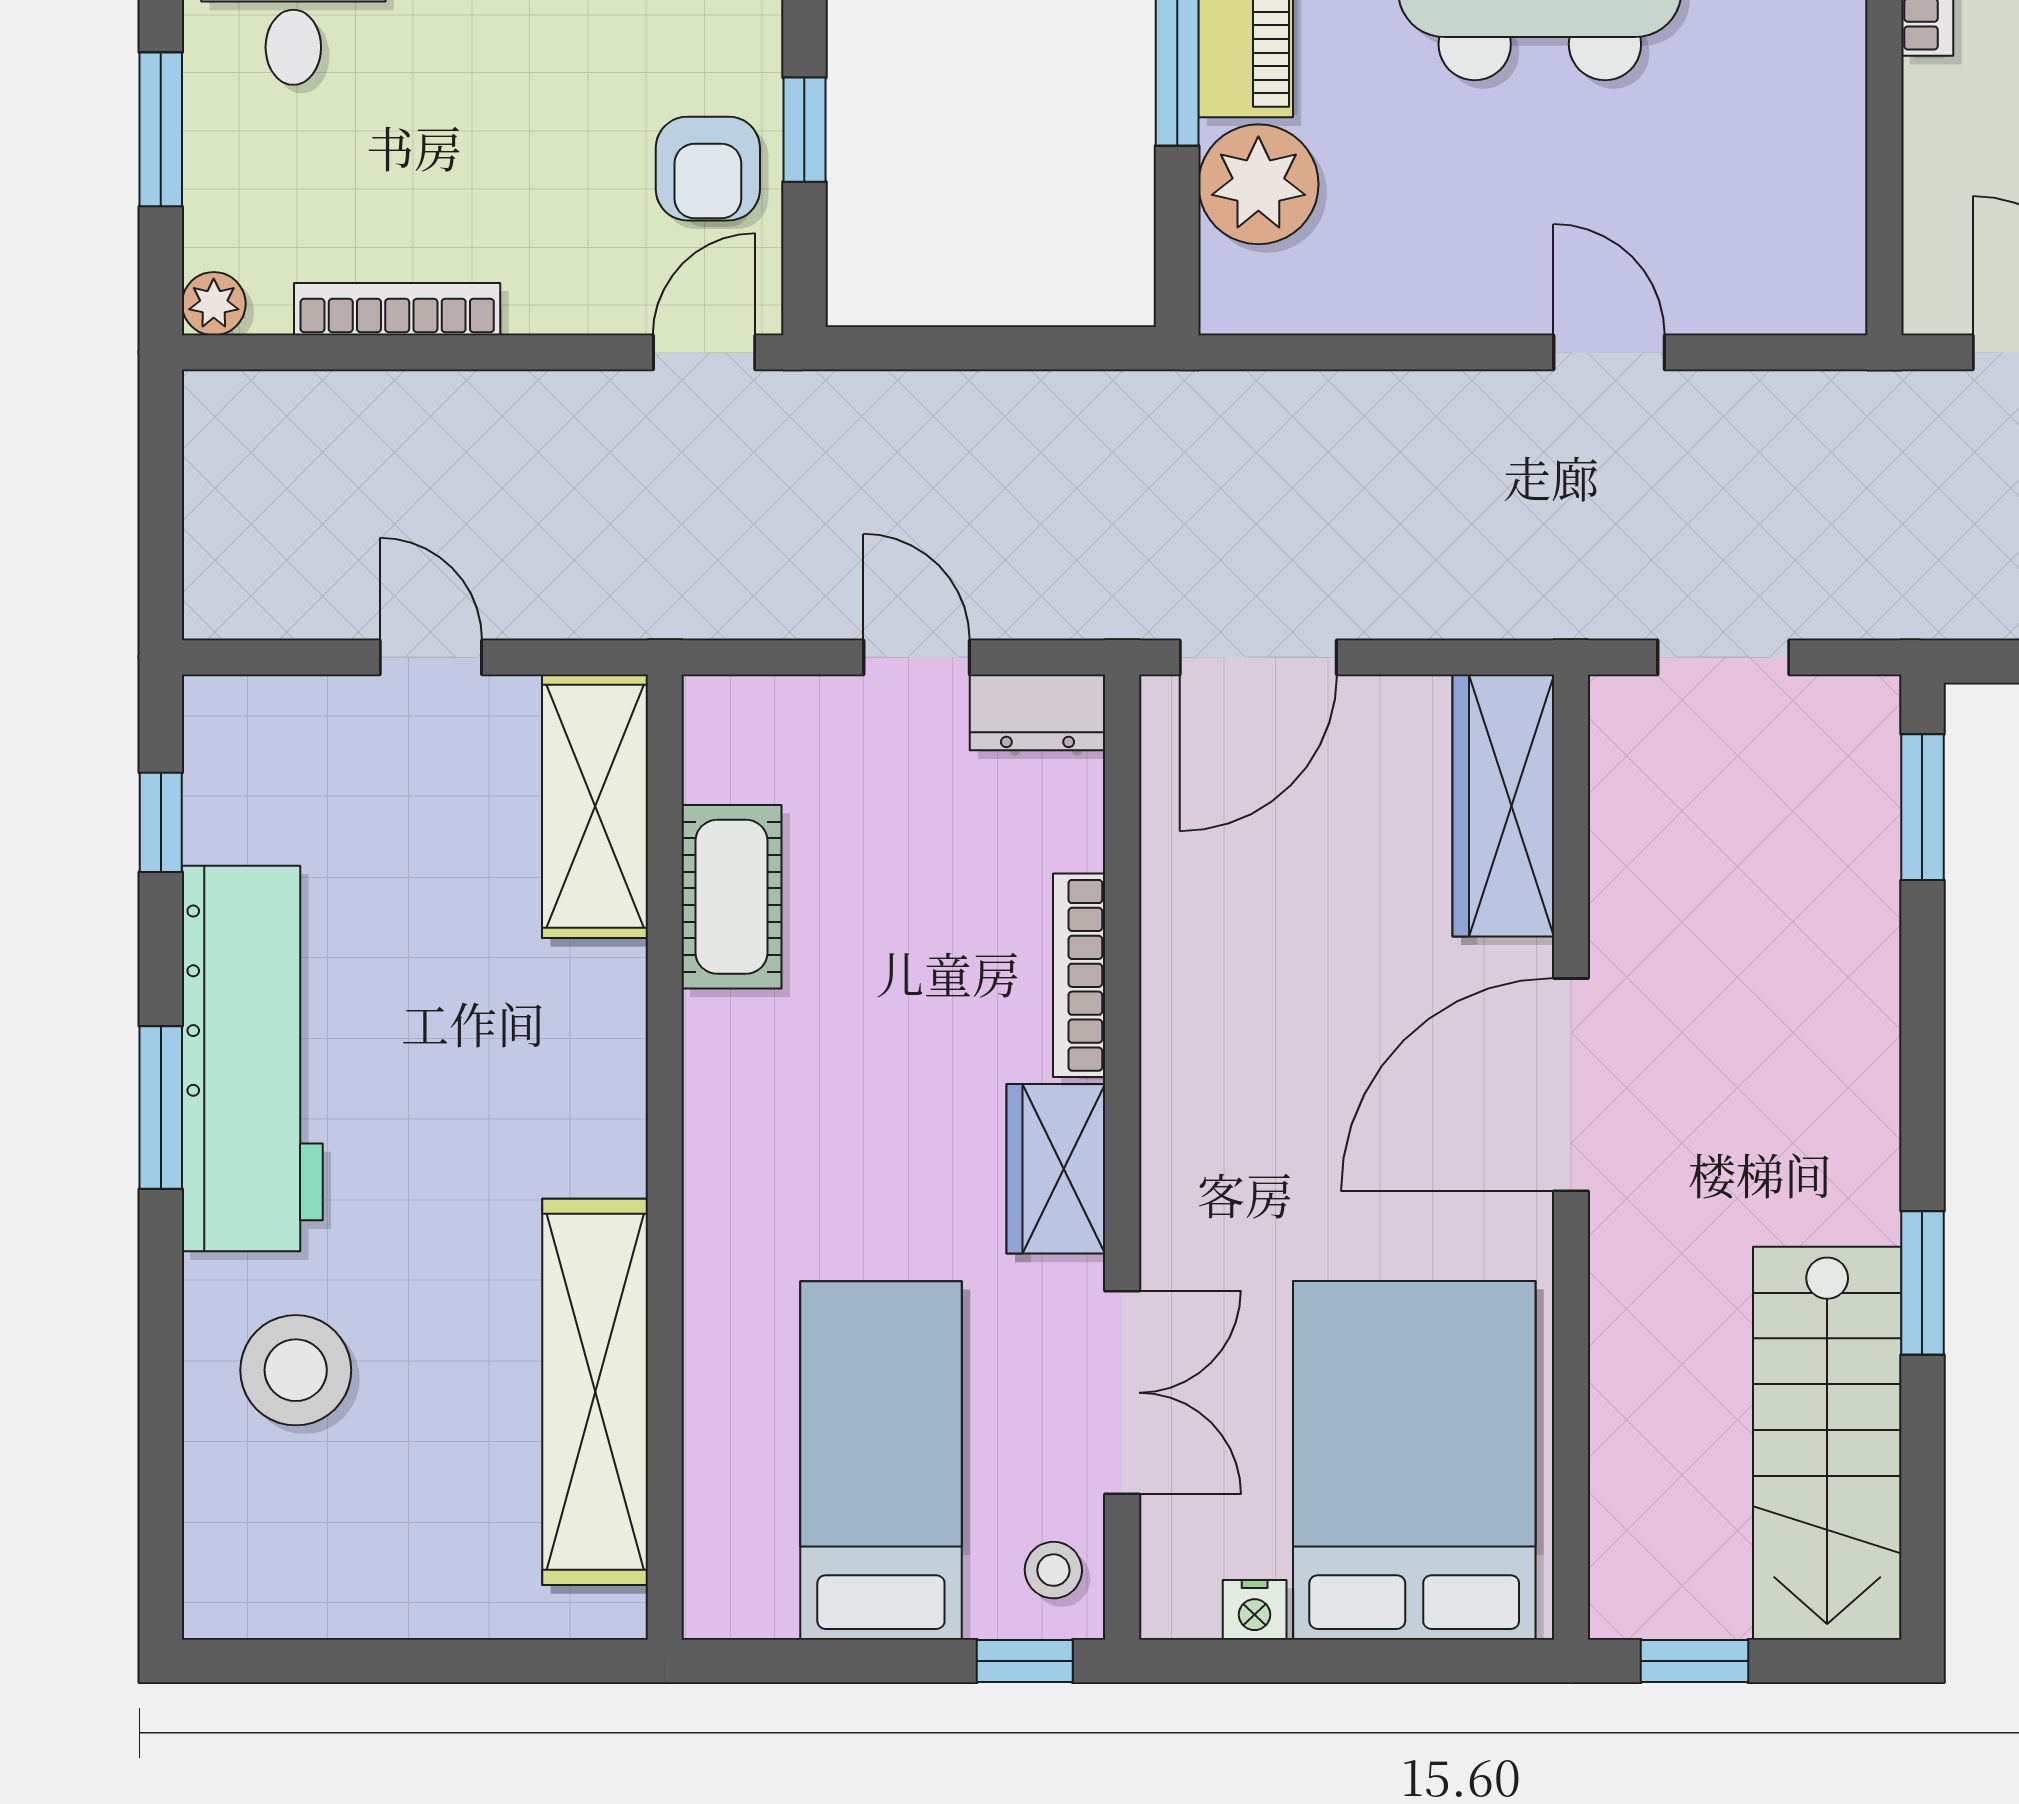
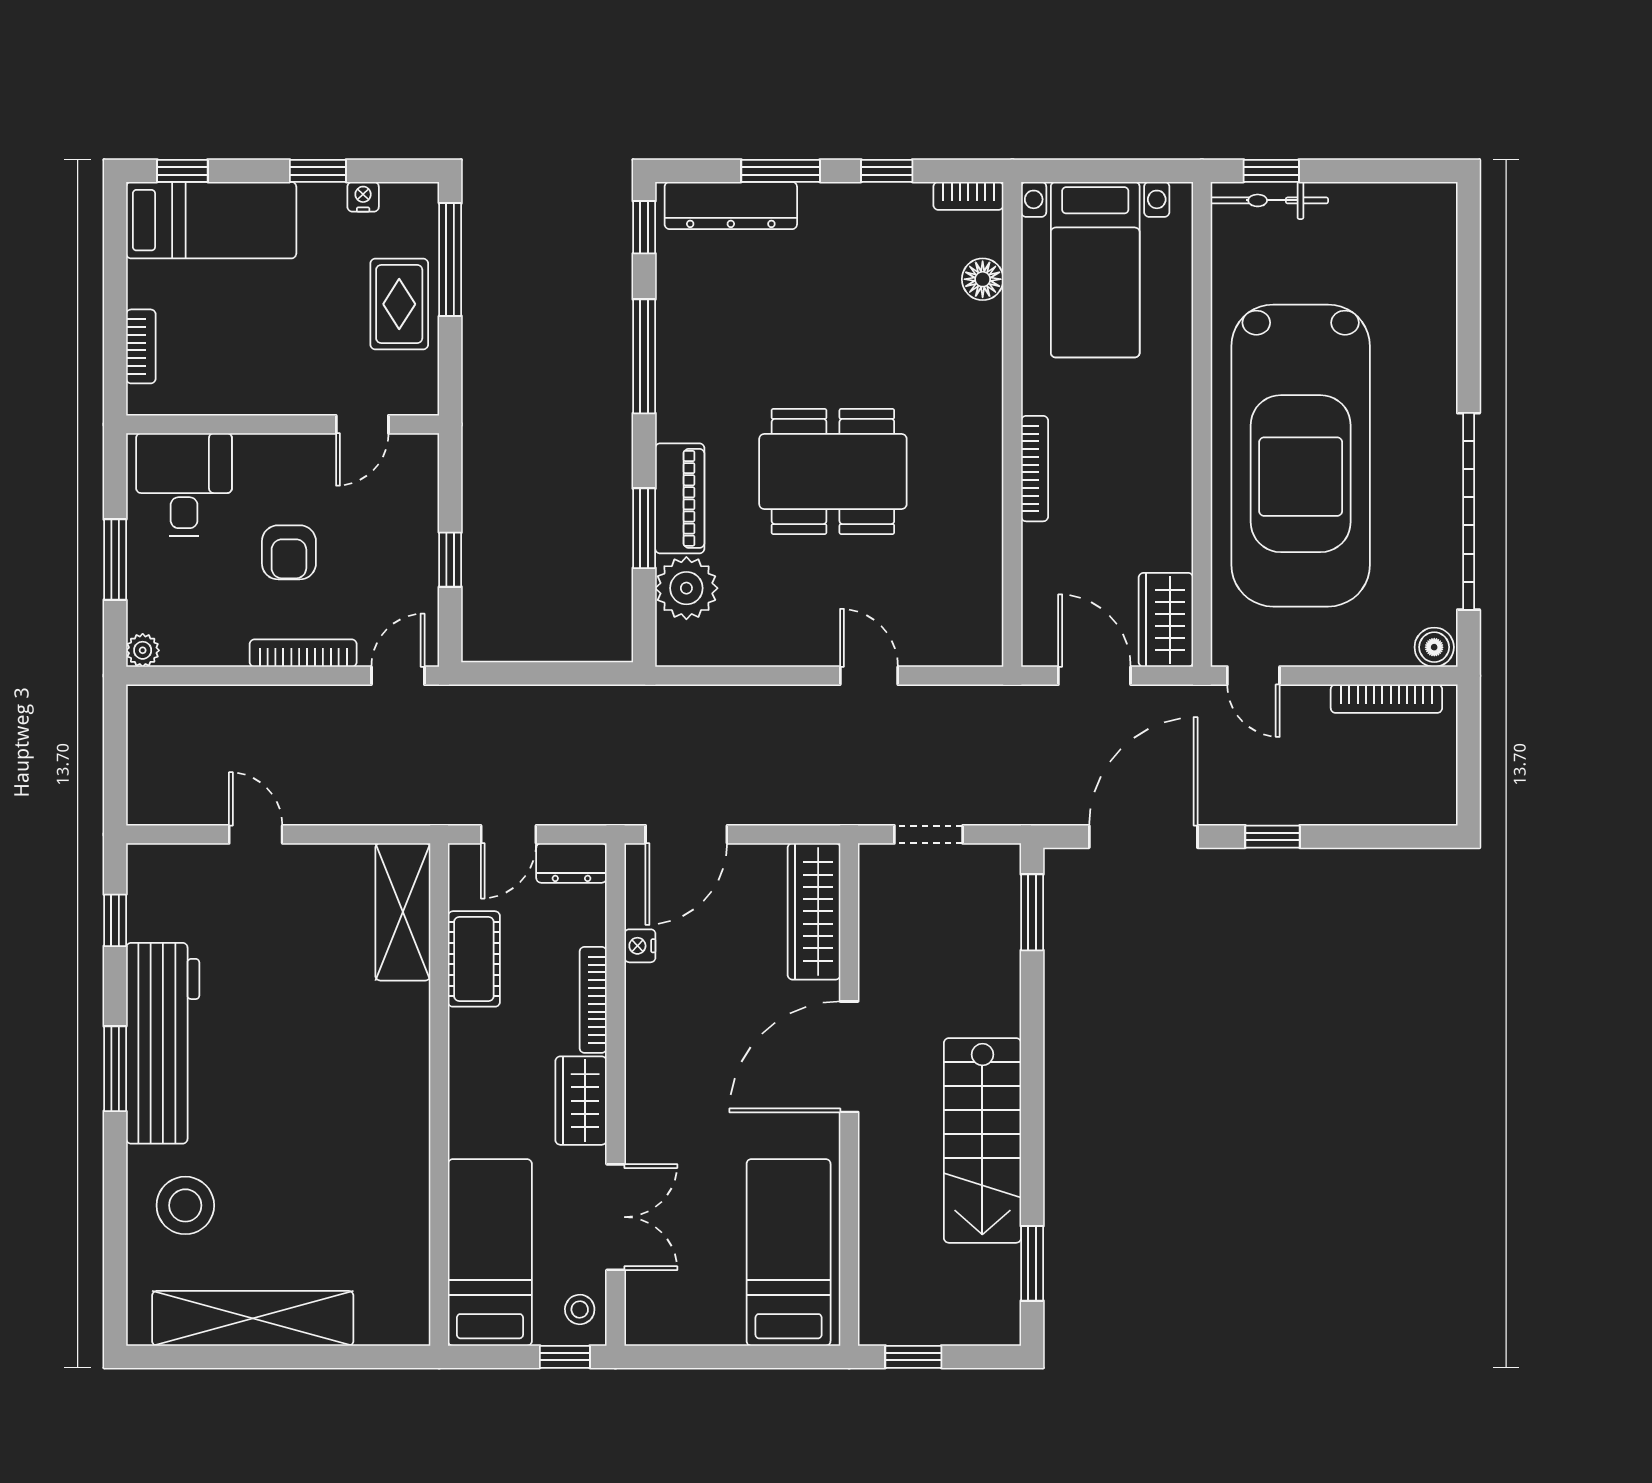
armchair: (708, 169) -> (289, 552), moved
bookcase: (397, 309) -> (303, 653), moved
door: (917, 657) -> (508, 834), swing flipped
shelving: (595, 806) -> (403, 912), moved
cot: (732, 897) -> (474, 959), moved
wall: (665, 1157) -> (439, 1094), moved
window: (1922, 1283) -> (1032, 1263), moved
shelving: (595, 1392) -> (253, 1318), moved, turned 90
stairs: (1827, 1443) -> (982, 1140), moved
bed: (1414, 1460) -> (789, 1252), width x0.67
nightstand: (1255, 1610) -> (640, 946), moved, turned 90

